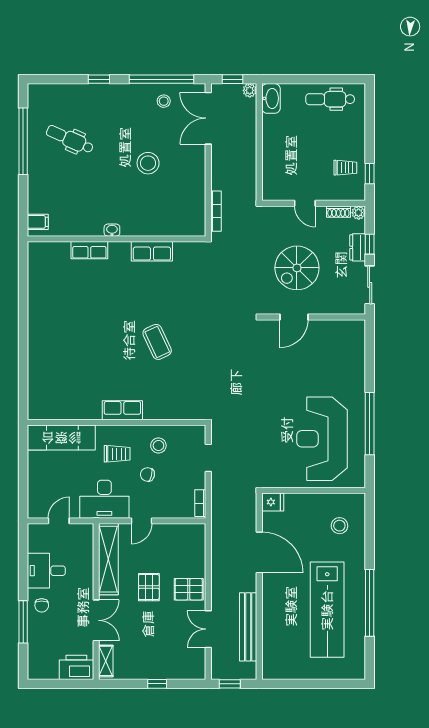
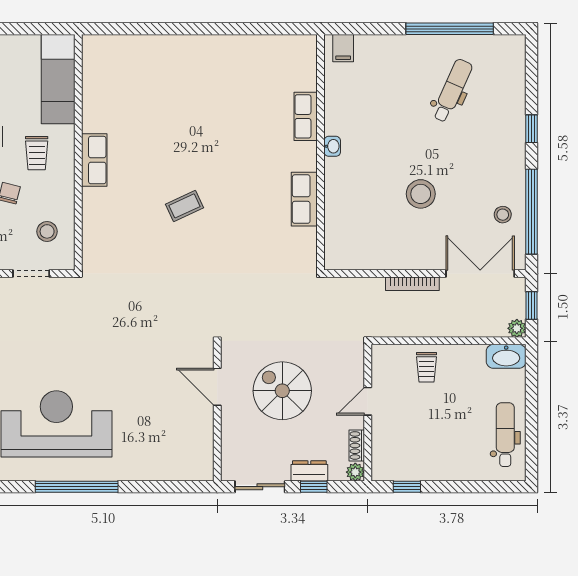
trolley: (345, 168) -> (426, 367), moved
bookcase: (216, 211) -> (412, 284), moved
coffee table: (157, 342) -> (184, 206), width x0.73, depth x0.77
stool: (158, 446) -> (47, 231), moved

